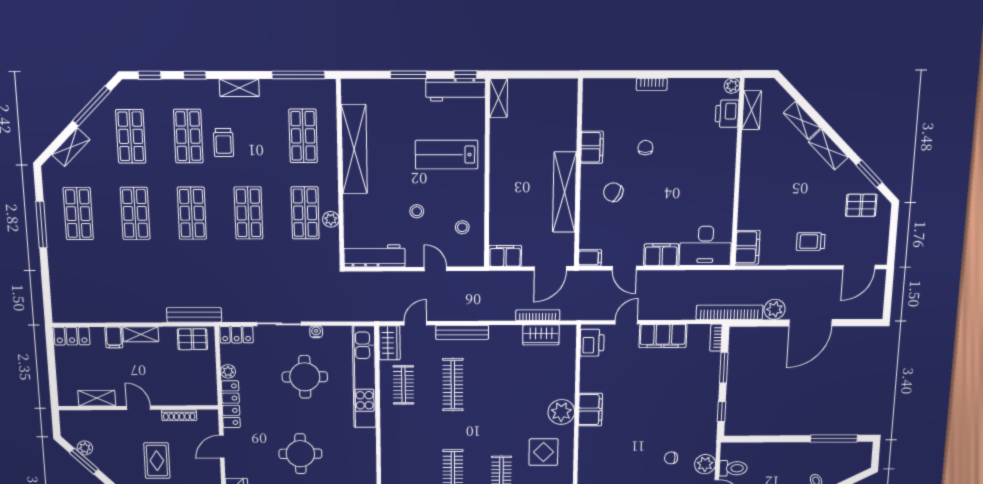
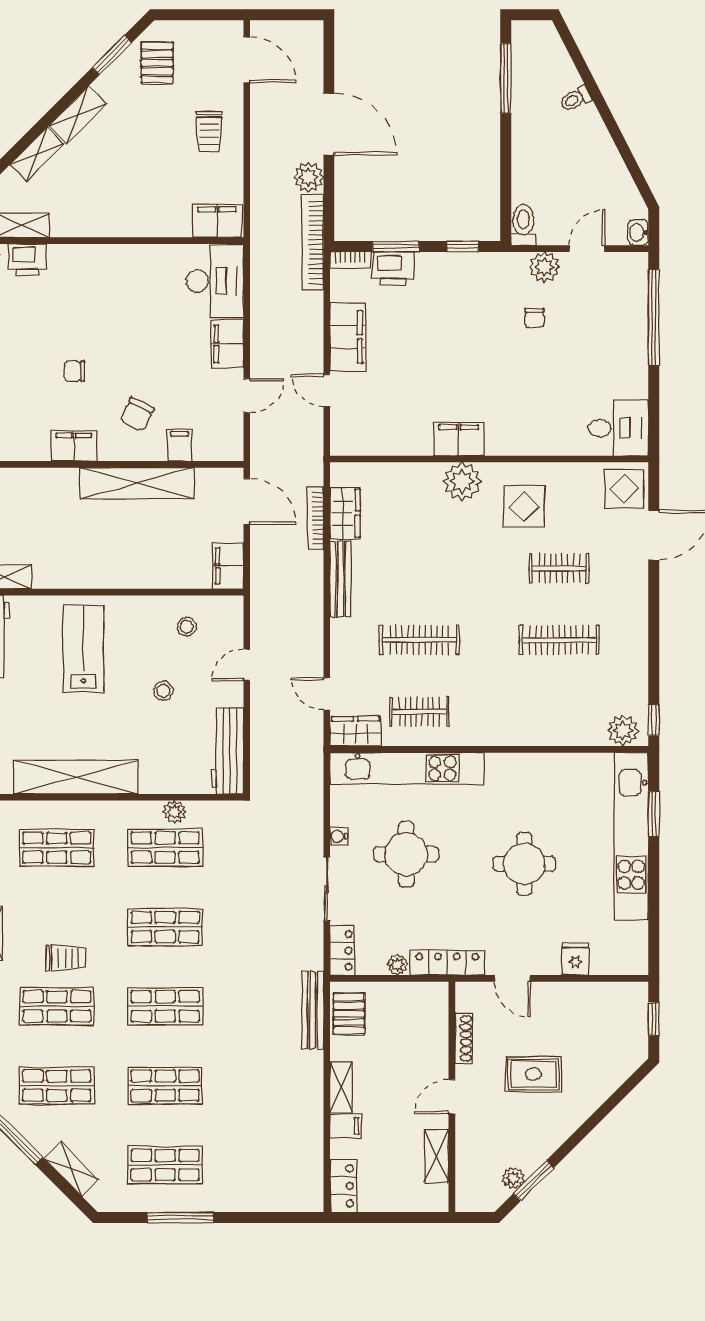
lab bench: (447, 155) -> (83, 649), turned 180
filing cabinet: (590, 258) -> (179, 445), moved
bench: (462, 332) -> (341, 579), moved
printer: (592, 343) -> (393, 269), moved, turned 180
toilet: (733, 468) -> (523, 225), moved

